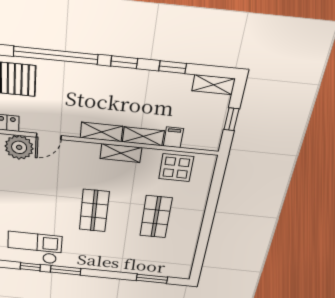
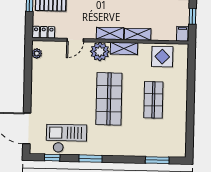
filing cabinet: (173, 137) -> (182, 34), moved
plant: (19, 147) -> (100, 52), moved
shop shelf: (94, 211) -> (109, 99), width x1.43, depth x1.36
window: (30, 267) -> (52, 158), moved

